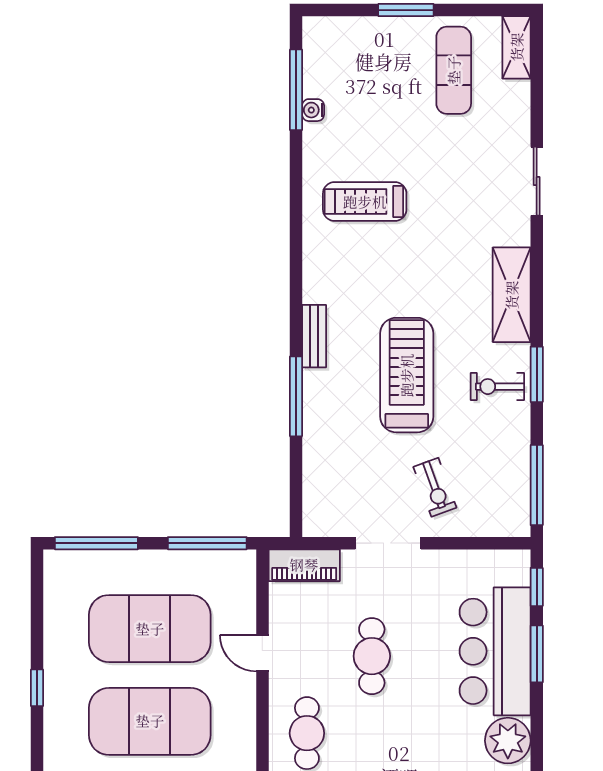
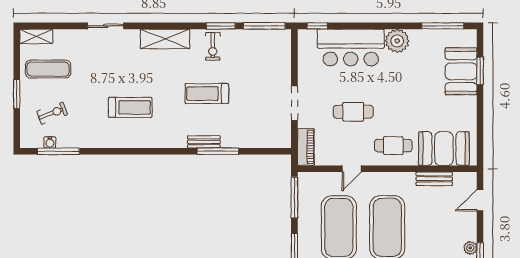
water cooler: (313, 110) -> (50, 142), moved
treadmill: (365, 202) -> (130, 107), moved, turned -90
bench: (314, 336) -> (204, 142), moved
window: (537, 374) -> (221, 26), moved
treadmill: (407, 375) -> (207, 94), width x0.73, depth x0.73
exercise bike: (435, 487) -> (52, 113), moved
window: (537, 654) -> (352, 26), removed

